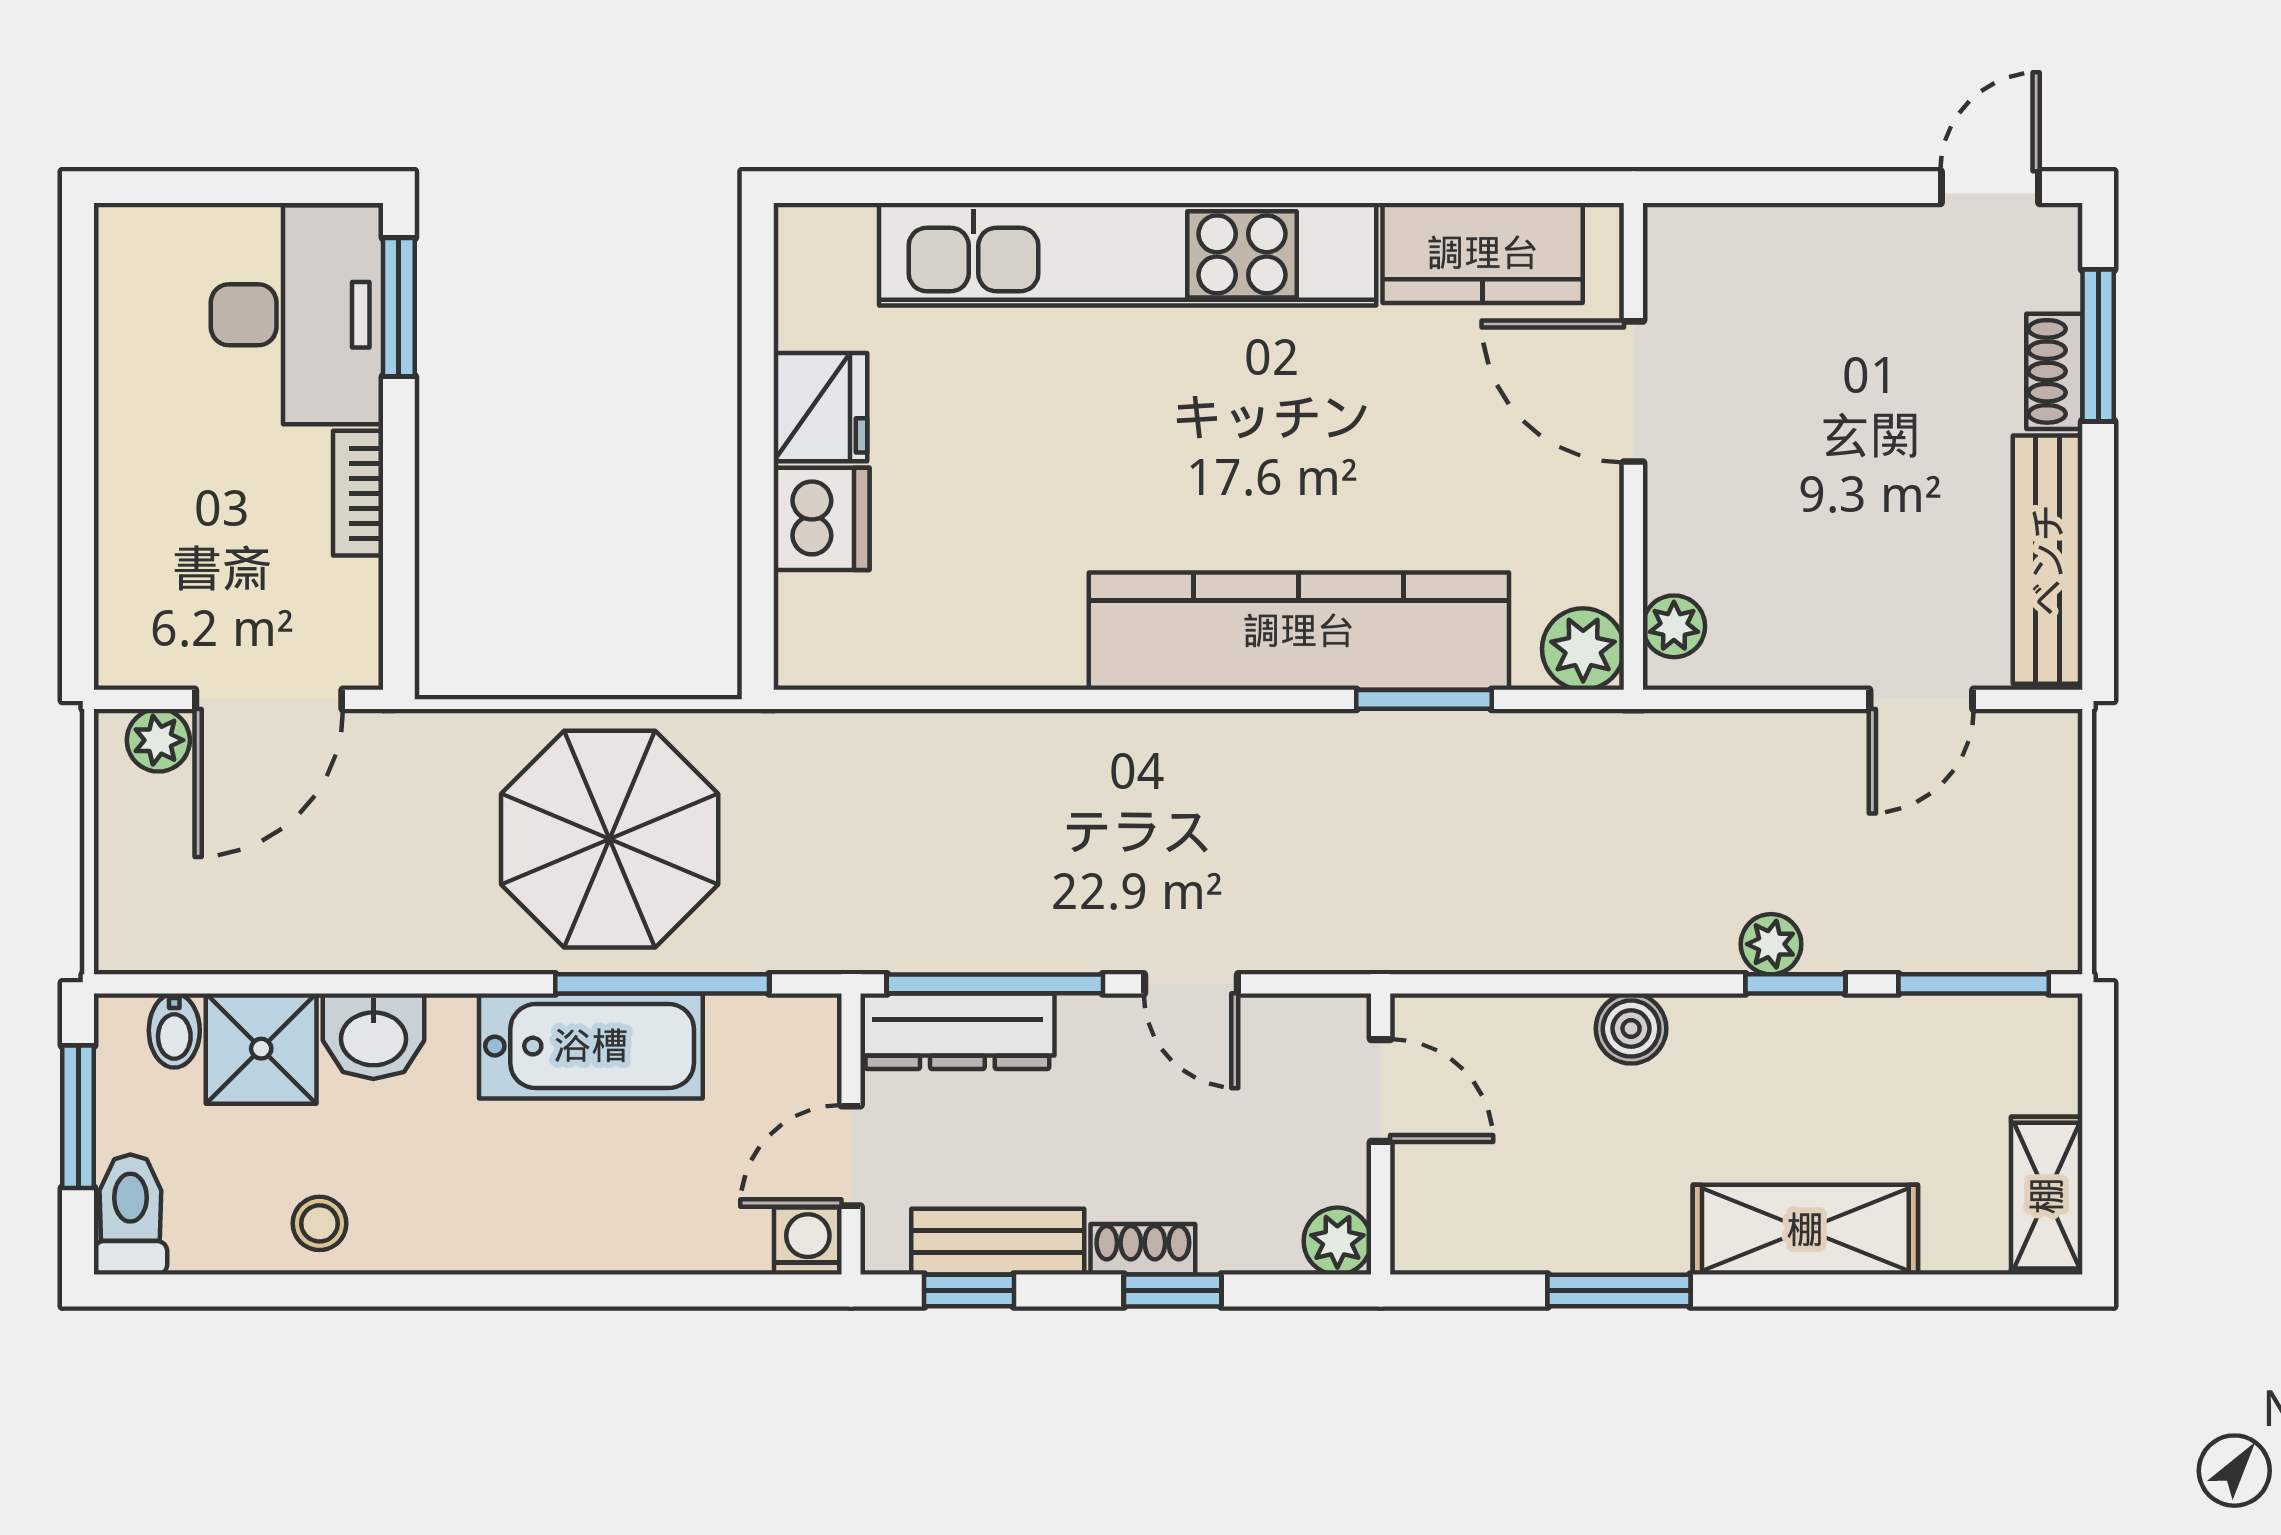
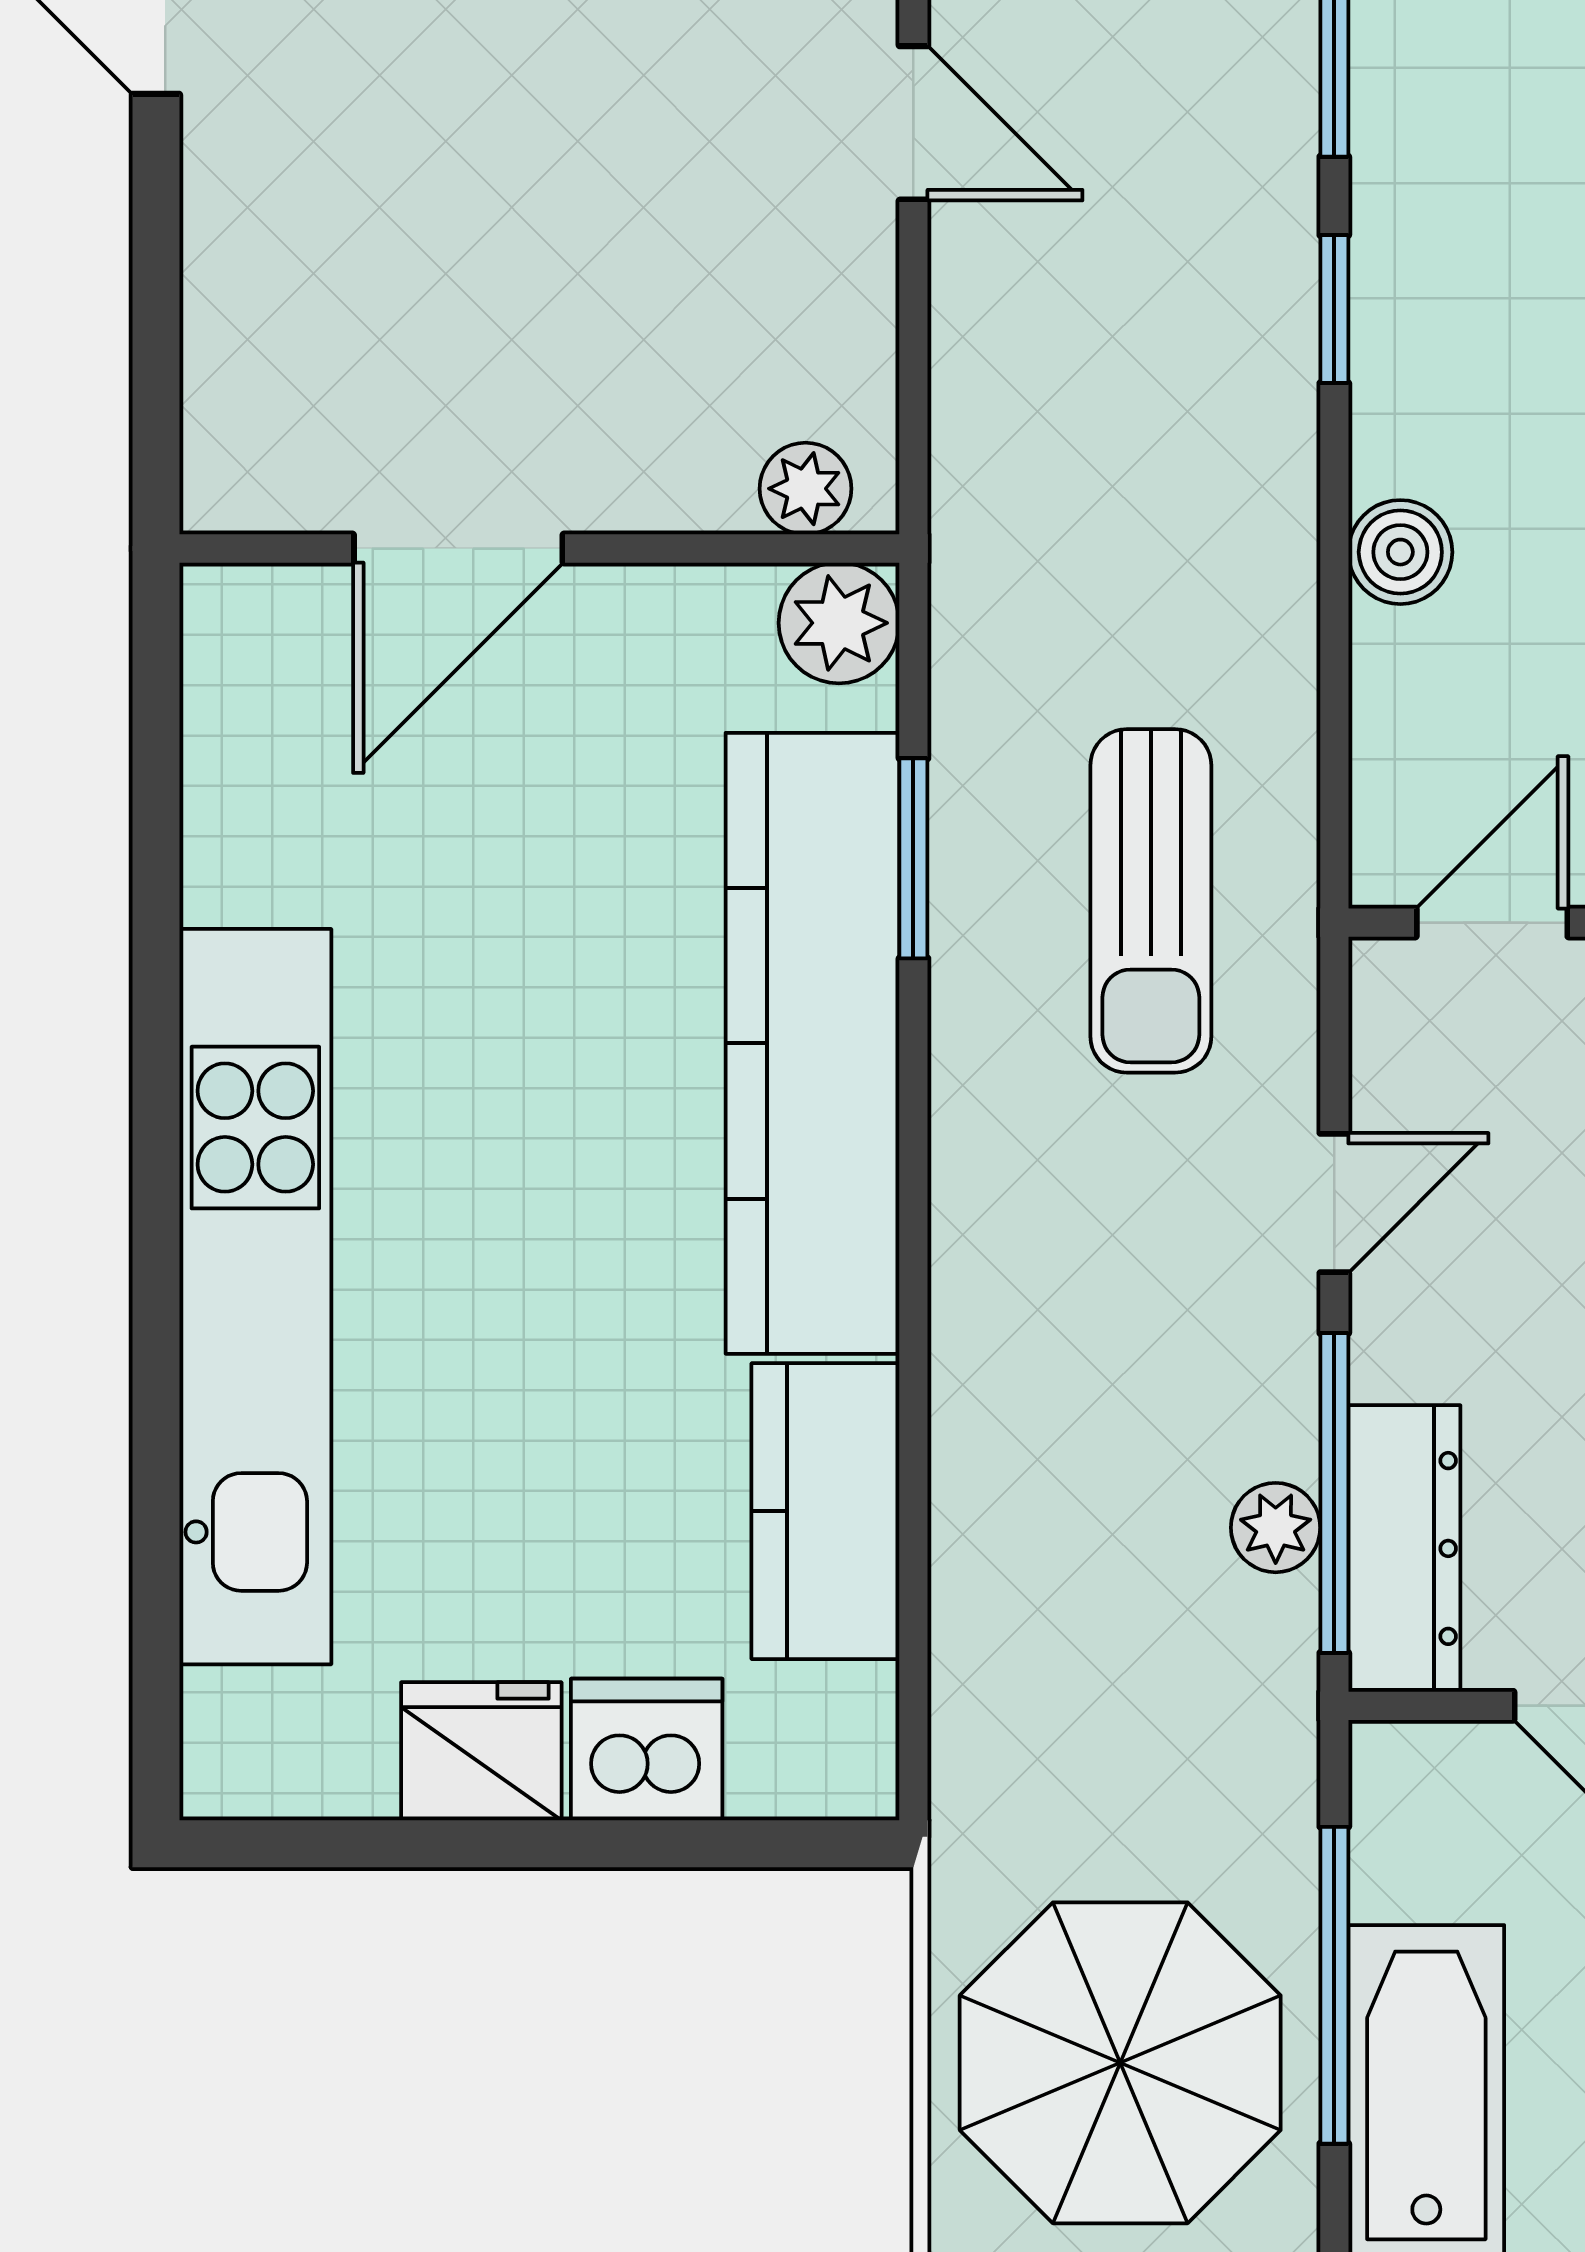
kitchen counter: (1483, 253) -> (825, 1511), moved, turned 180
sun lounger: (1395, 860) -> (1151, 901), added
plant: (1771, 944) -> (1276, 1528), moved

